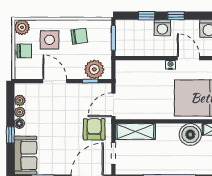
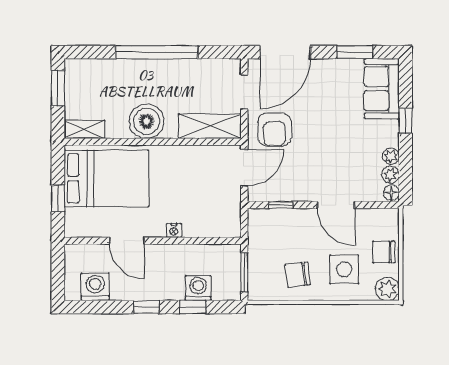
washing machine: (162, 28) -> (198, 288), moved
nightstand: (170, 65) -> (174, 230), moved
plant: (94, 69) -> (274, 223), removed
floor lamp: (19, 123) -> (391, 193), moved
boiler: (190, 135) -> (147, 121), moved

